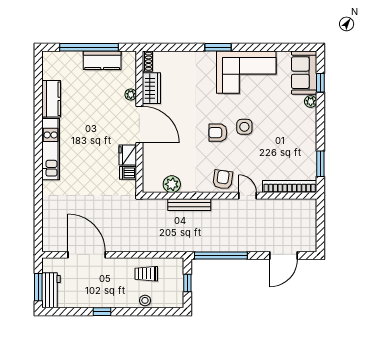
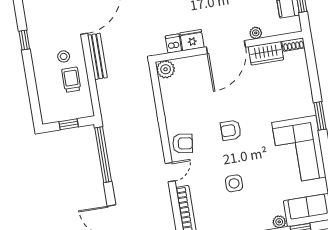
side table: (244, 127) -> (234, 183), moved
armchair: (218, 133) -> (231, 130), turned -90
plant: (172, 184) -> (166, 69), moved
bench: (189, 205) -> (97, 56), moved
stool: (145, 300) -> (64, 56), moved

